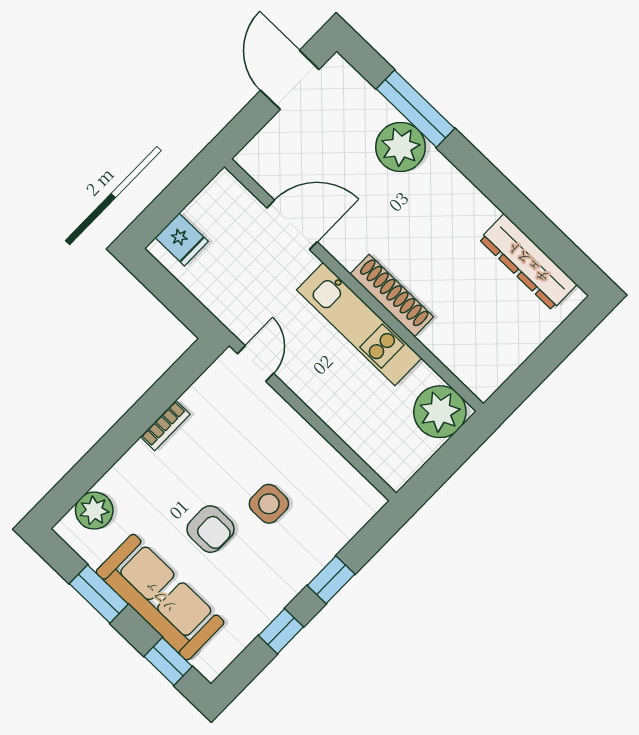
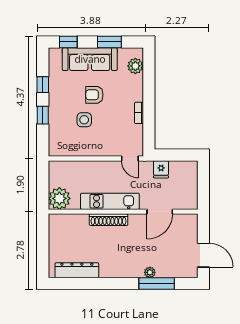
plant: (401, 147) -> (150, 272), width x0.53, depth x0.53
fridge: (182, 239) -> (161, 169), moved, turned -90

